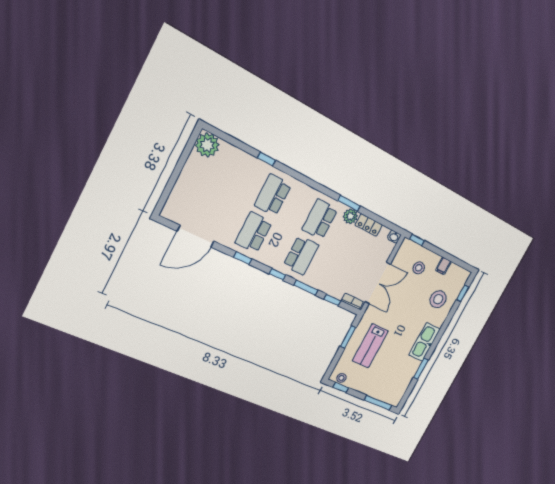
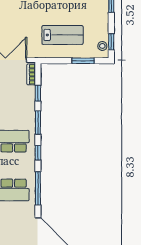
window: (243, 258) -> (38, 188), width x2.17
window: (348, 337) -> (83, 61), moved

